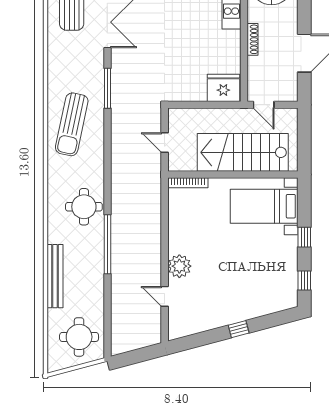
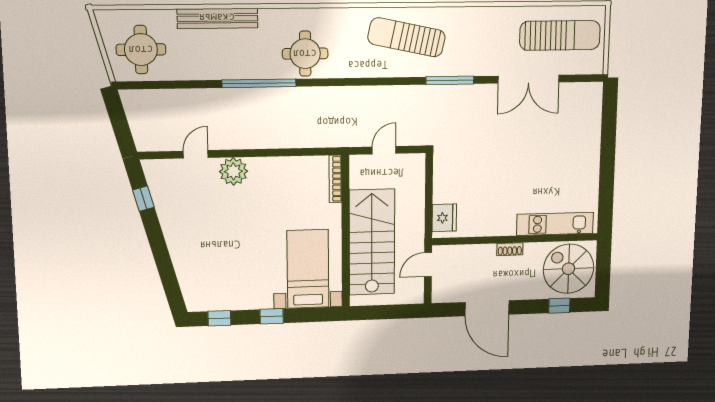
shoe rack: (253, 39) -> (510, 249), width x0.70
fridge: (223, 88) -> (444, 218), width x0.73, depth x0.75
window: (239, 329) -> (143, 199), moved

